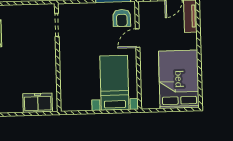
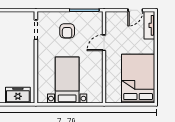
armchair: (122, 18) -> (67, 31), moved
bed with nightstands: (114, 83) -> (67, 80), moved

